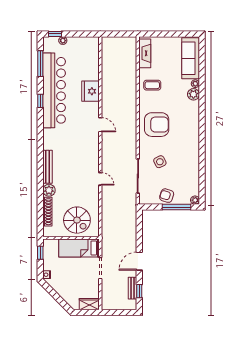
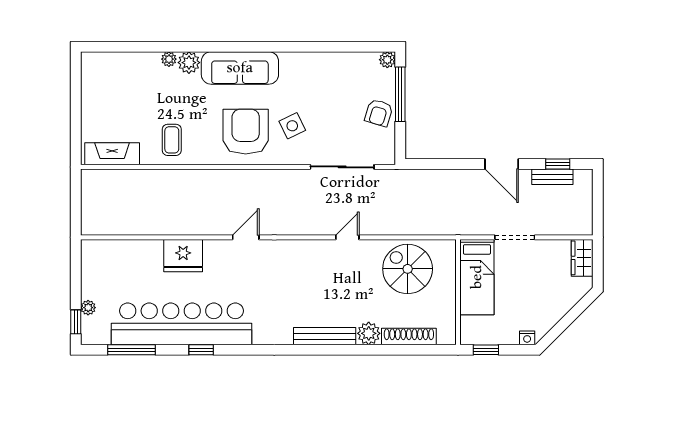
sofa: (191, 58) -> (240, 68), moved
side table: (160, 162) -> (292, 126), moved
spiral stairs: (77, 220) -> (408, 269), moved, turned -90

